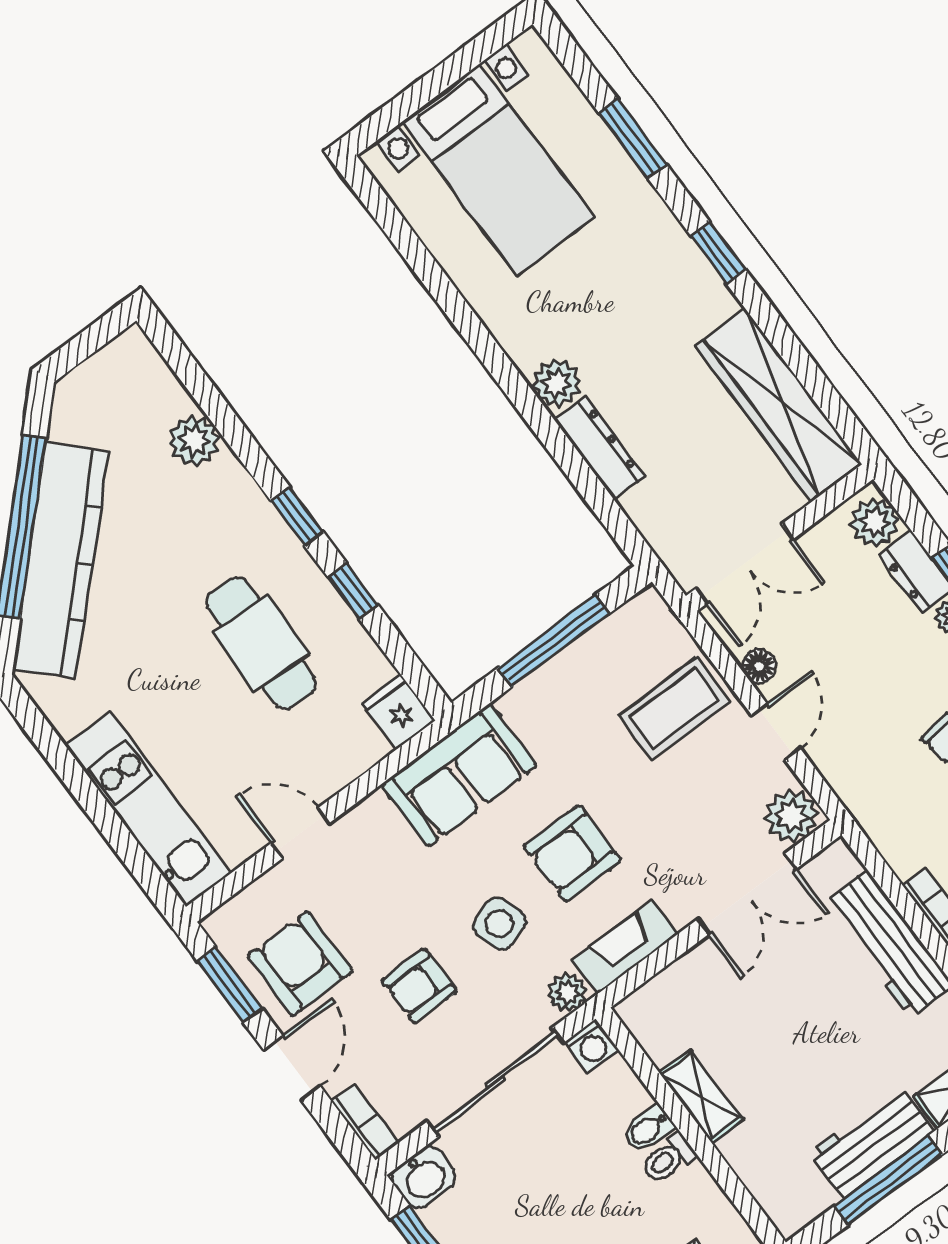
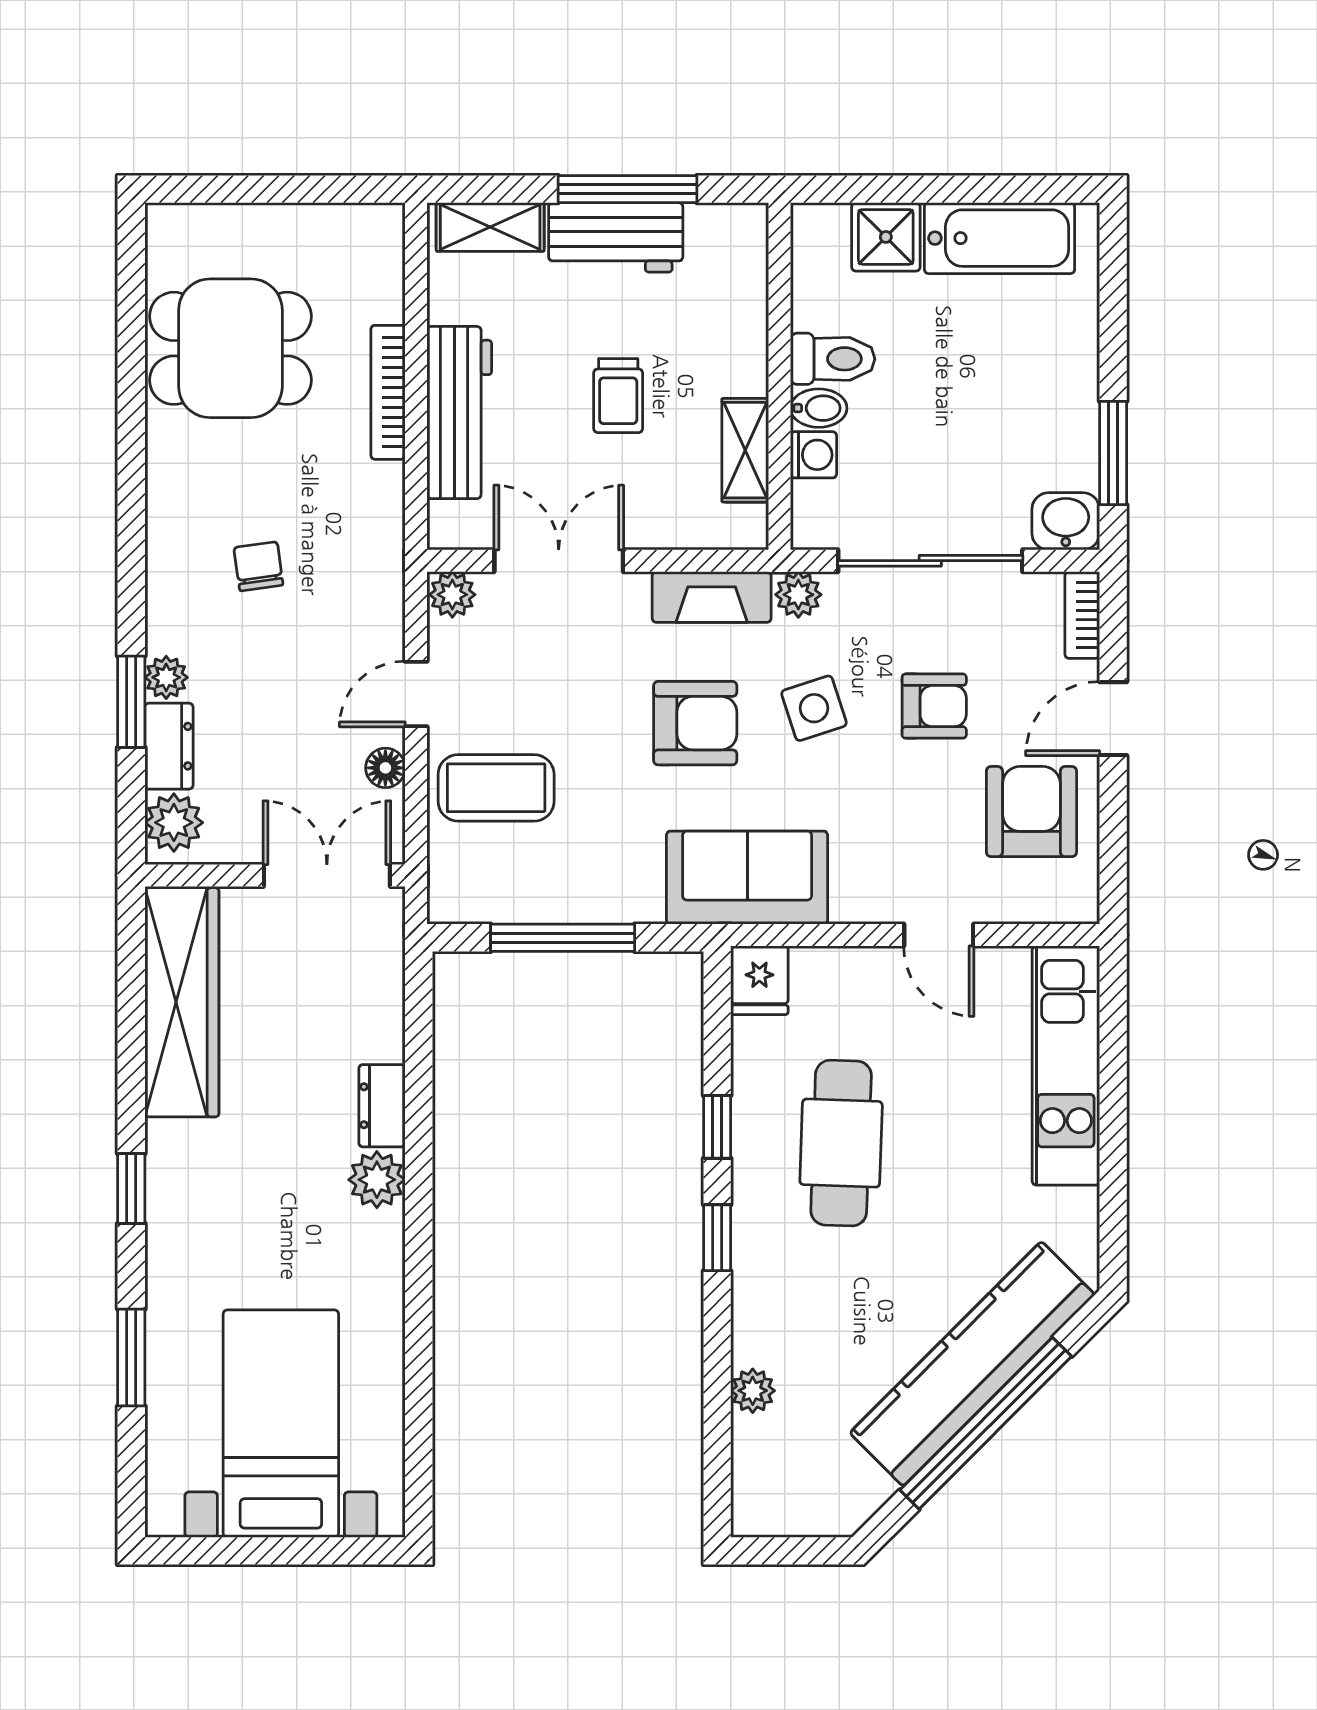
plant: (194, 441) -> (753, 1391), width x0.73, depth x0.73
dresser: (600, 448) -> (382, 1106), width x0.70
plant: (791, 816) -> (452, 595), width x0.73, depth x0.73
armchair: (300, 964) -> (1031, 812), turned 180
window: (229, 984) -> (1113, 842), removed
trolley: (790, 1036) -> (618, 396), added
washing machine: (592, 1046) -> (813, 455), moved, turned 90
shelving: (701, 1096) -> (745, 450), moved
toilet: (668, 1159) -> (833, 359), width x1.37, depth x1.39

